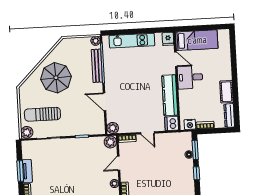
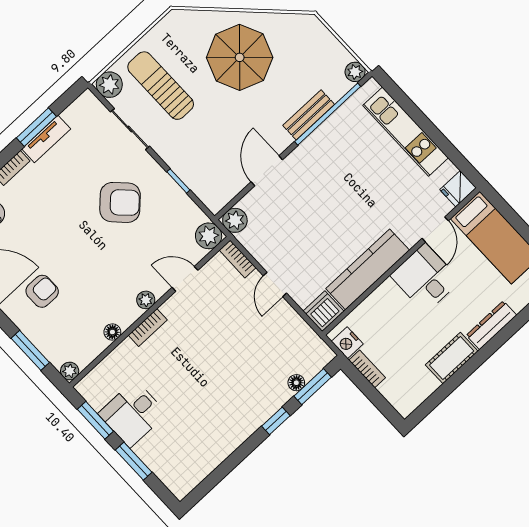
bench: (97, 66) -> (309, 115), width x0.73
dresser: (229, 115) -> (491, 325), moved
armchair: (72, 164) -> (120, 202), added

